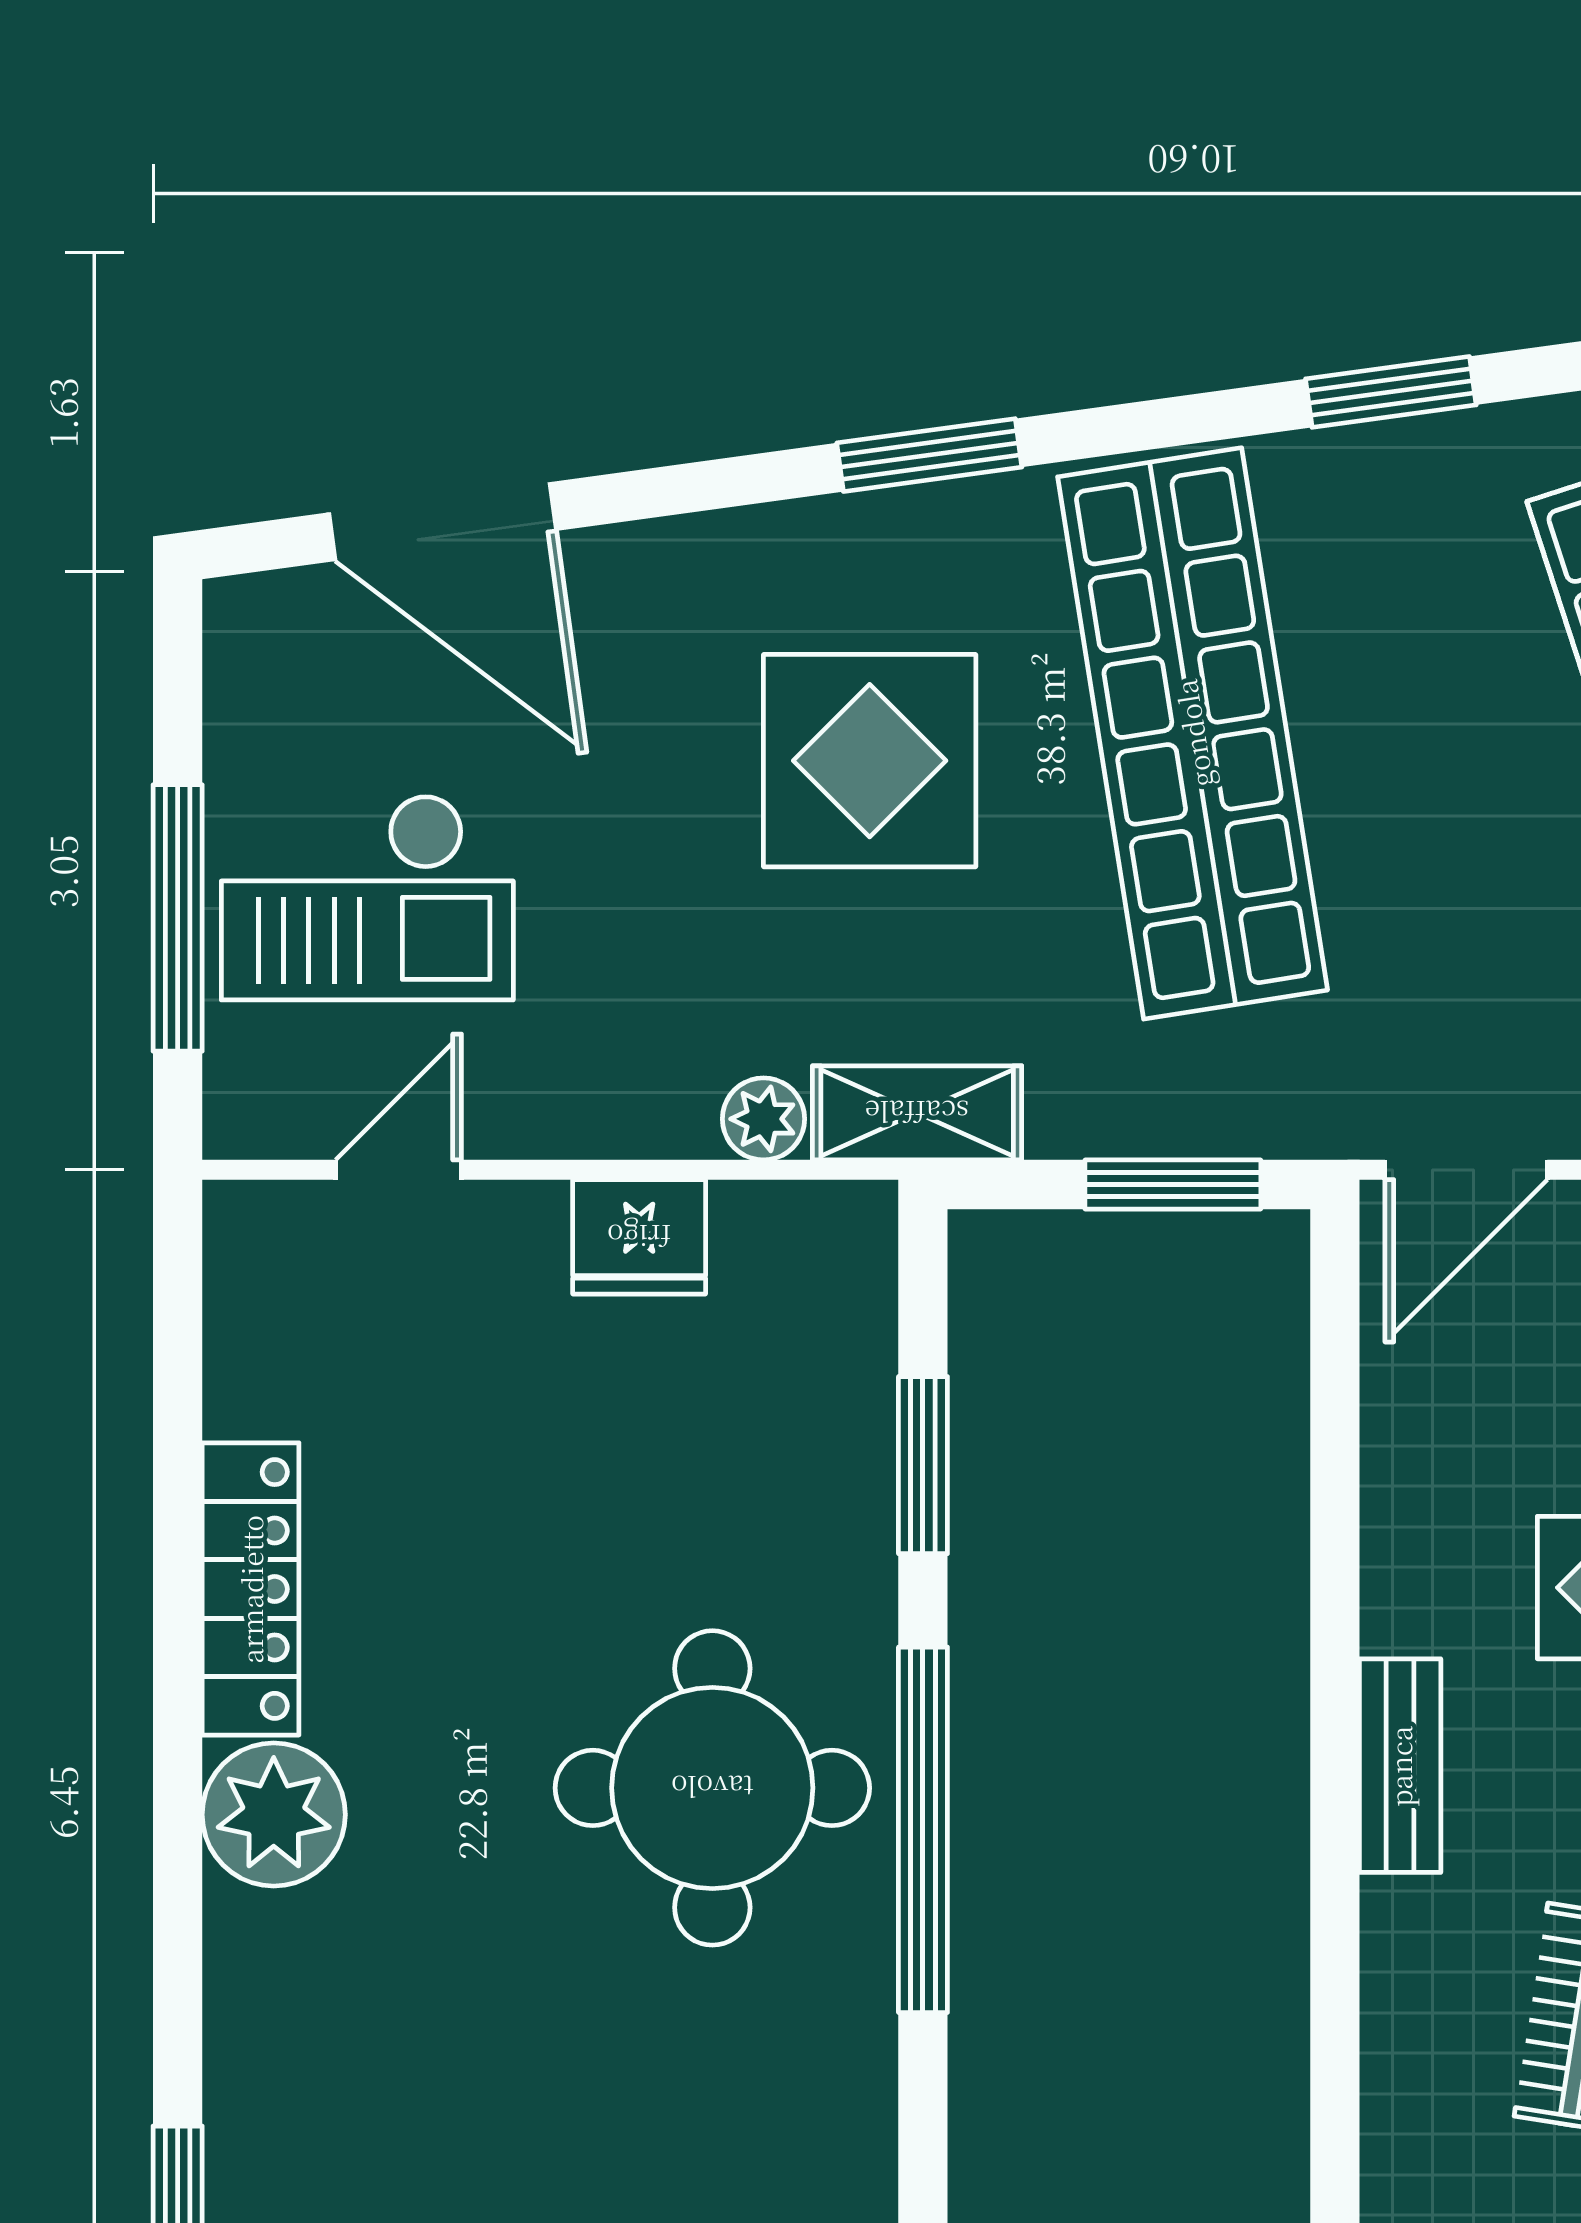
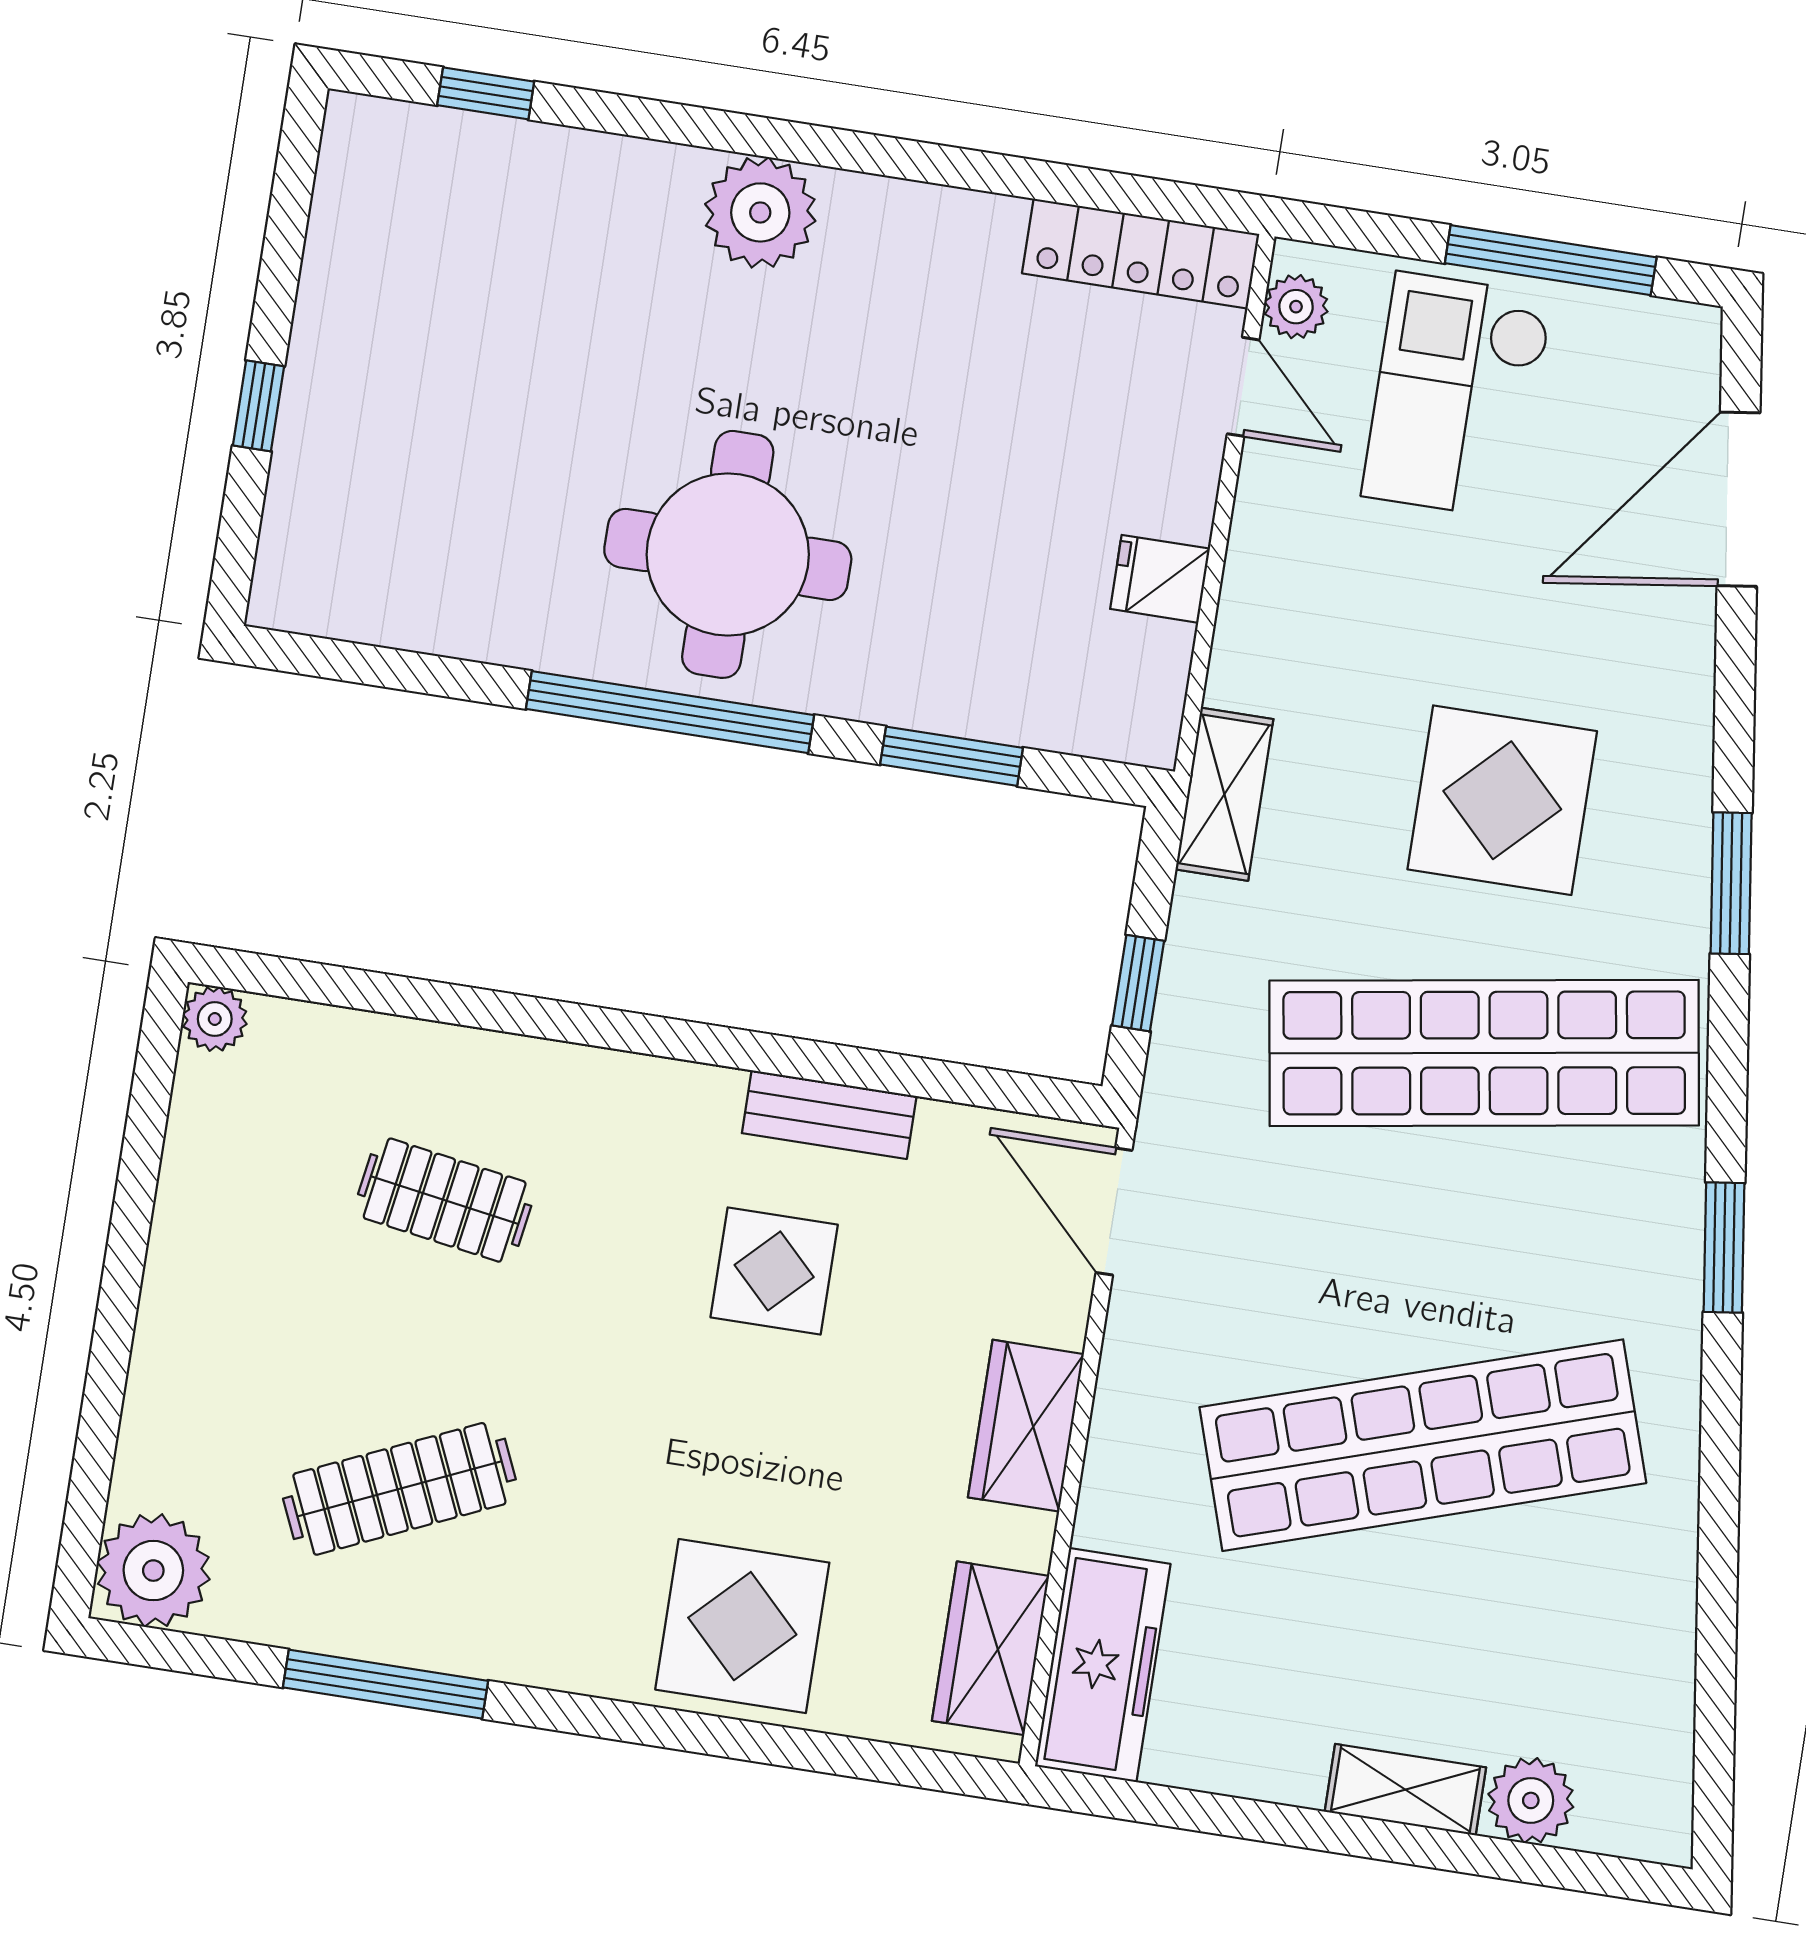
window: (178, 918) -> (1551, 260), moved
plant: (763, 1119) -> (1296, 307), moved
window: (1173, 1185) -> (1138, 983), width x0.67
fridge: (639, 1237) -> (1160, 579), width x0.72
locker: (251, 1589) -> (1141, 254), moved
bench: (1400, 1766) -> (829, 1115), moved

